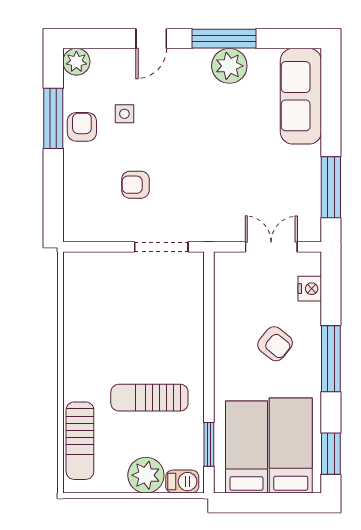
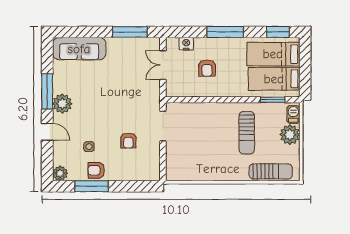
plant: (229, 66) -> (62, 104), moved
armchair: (275, 344) -> (207, 68), moved, turned 141

